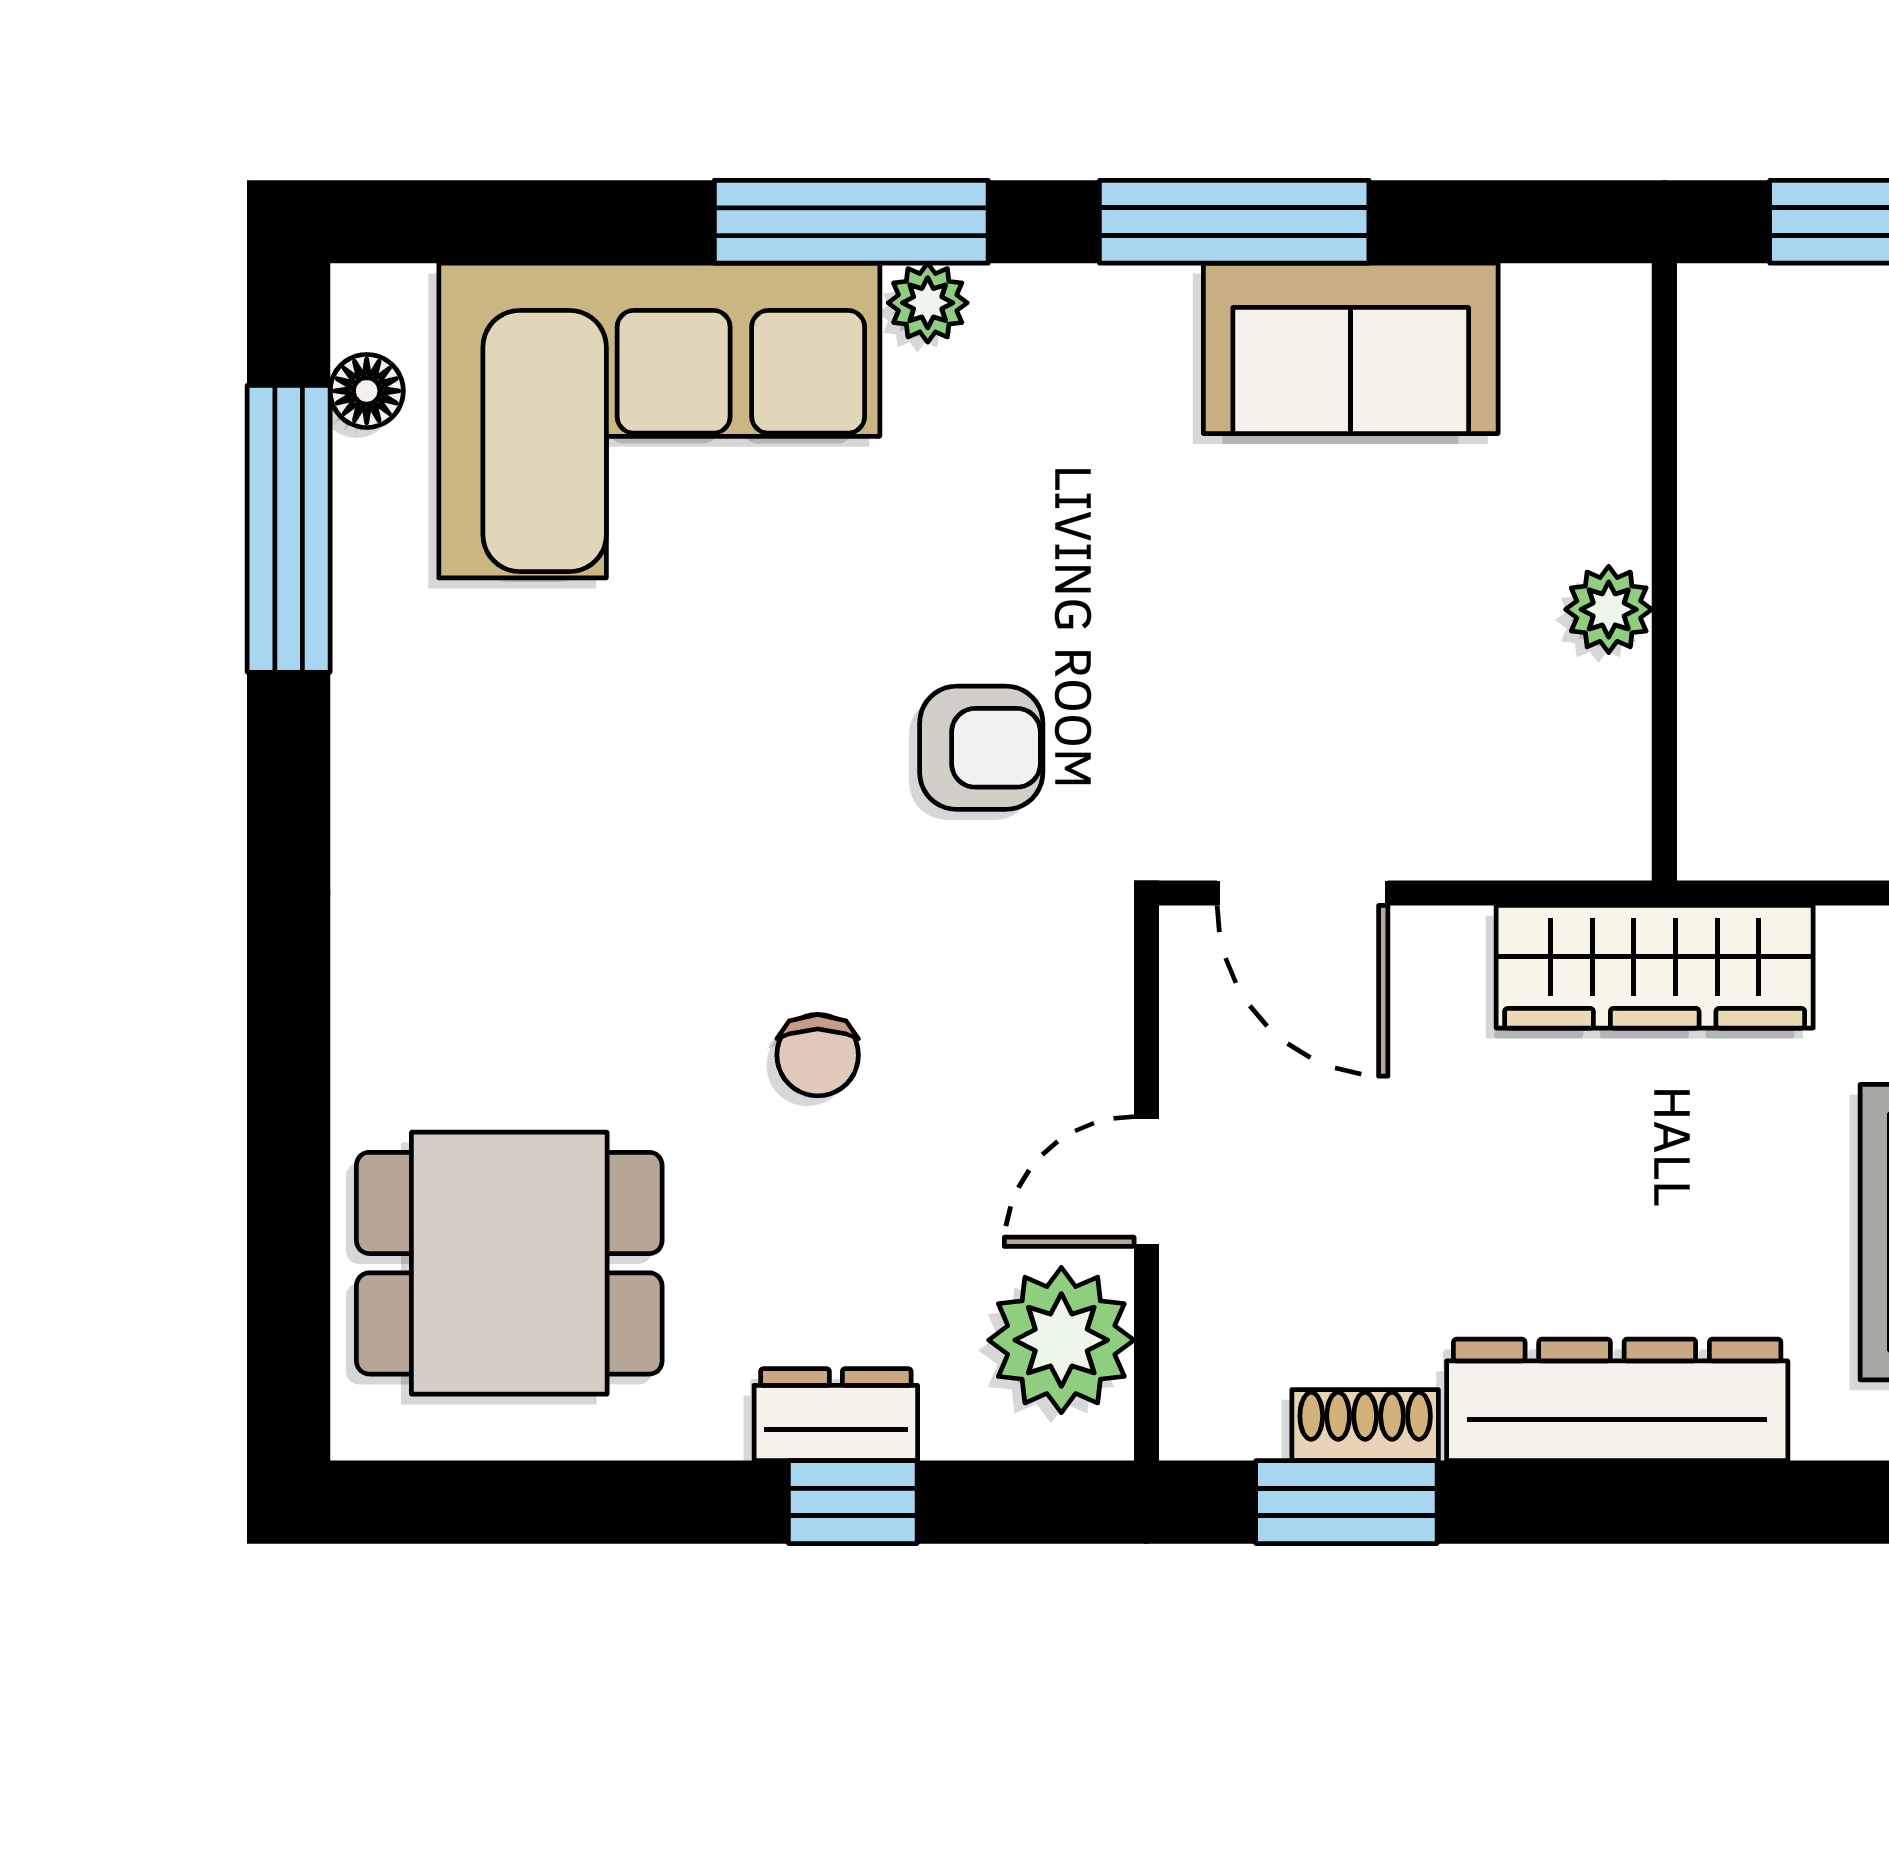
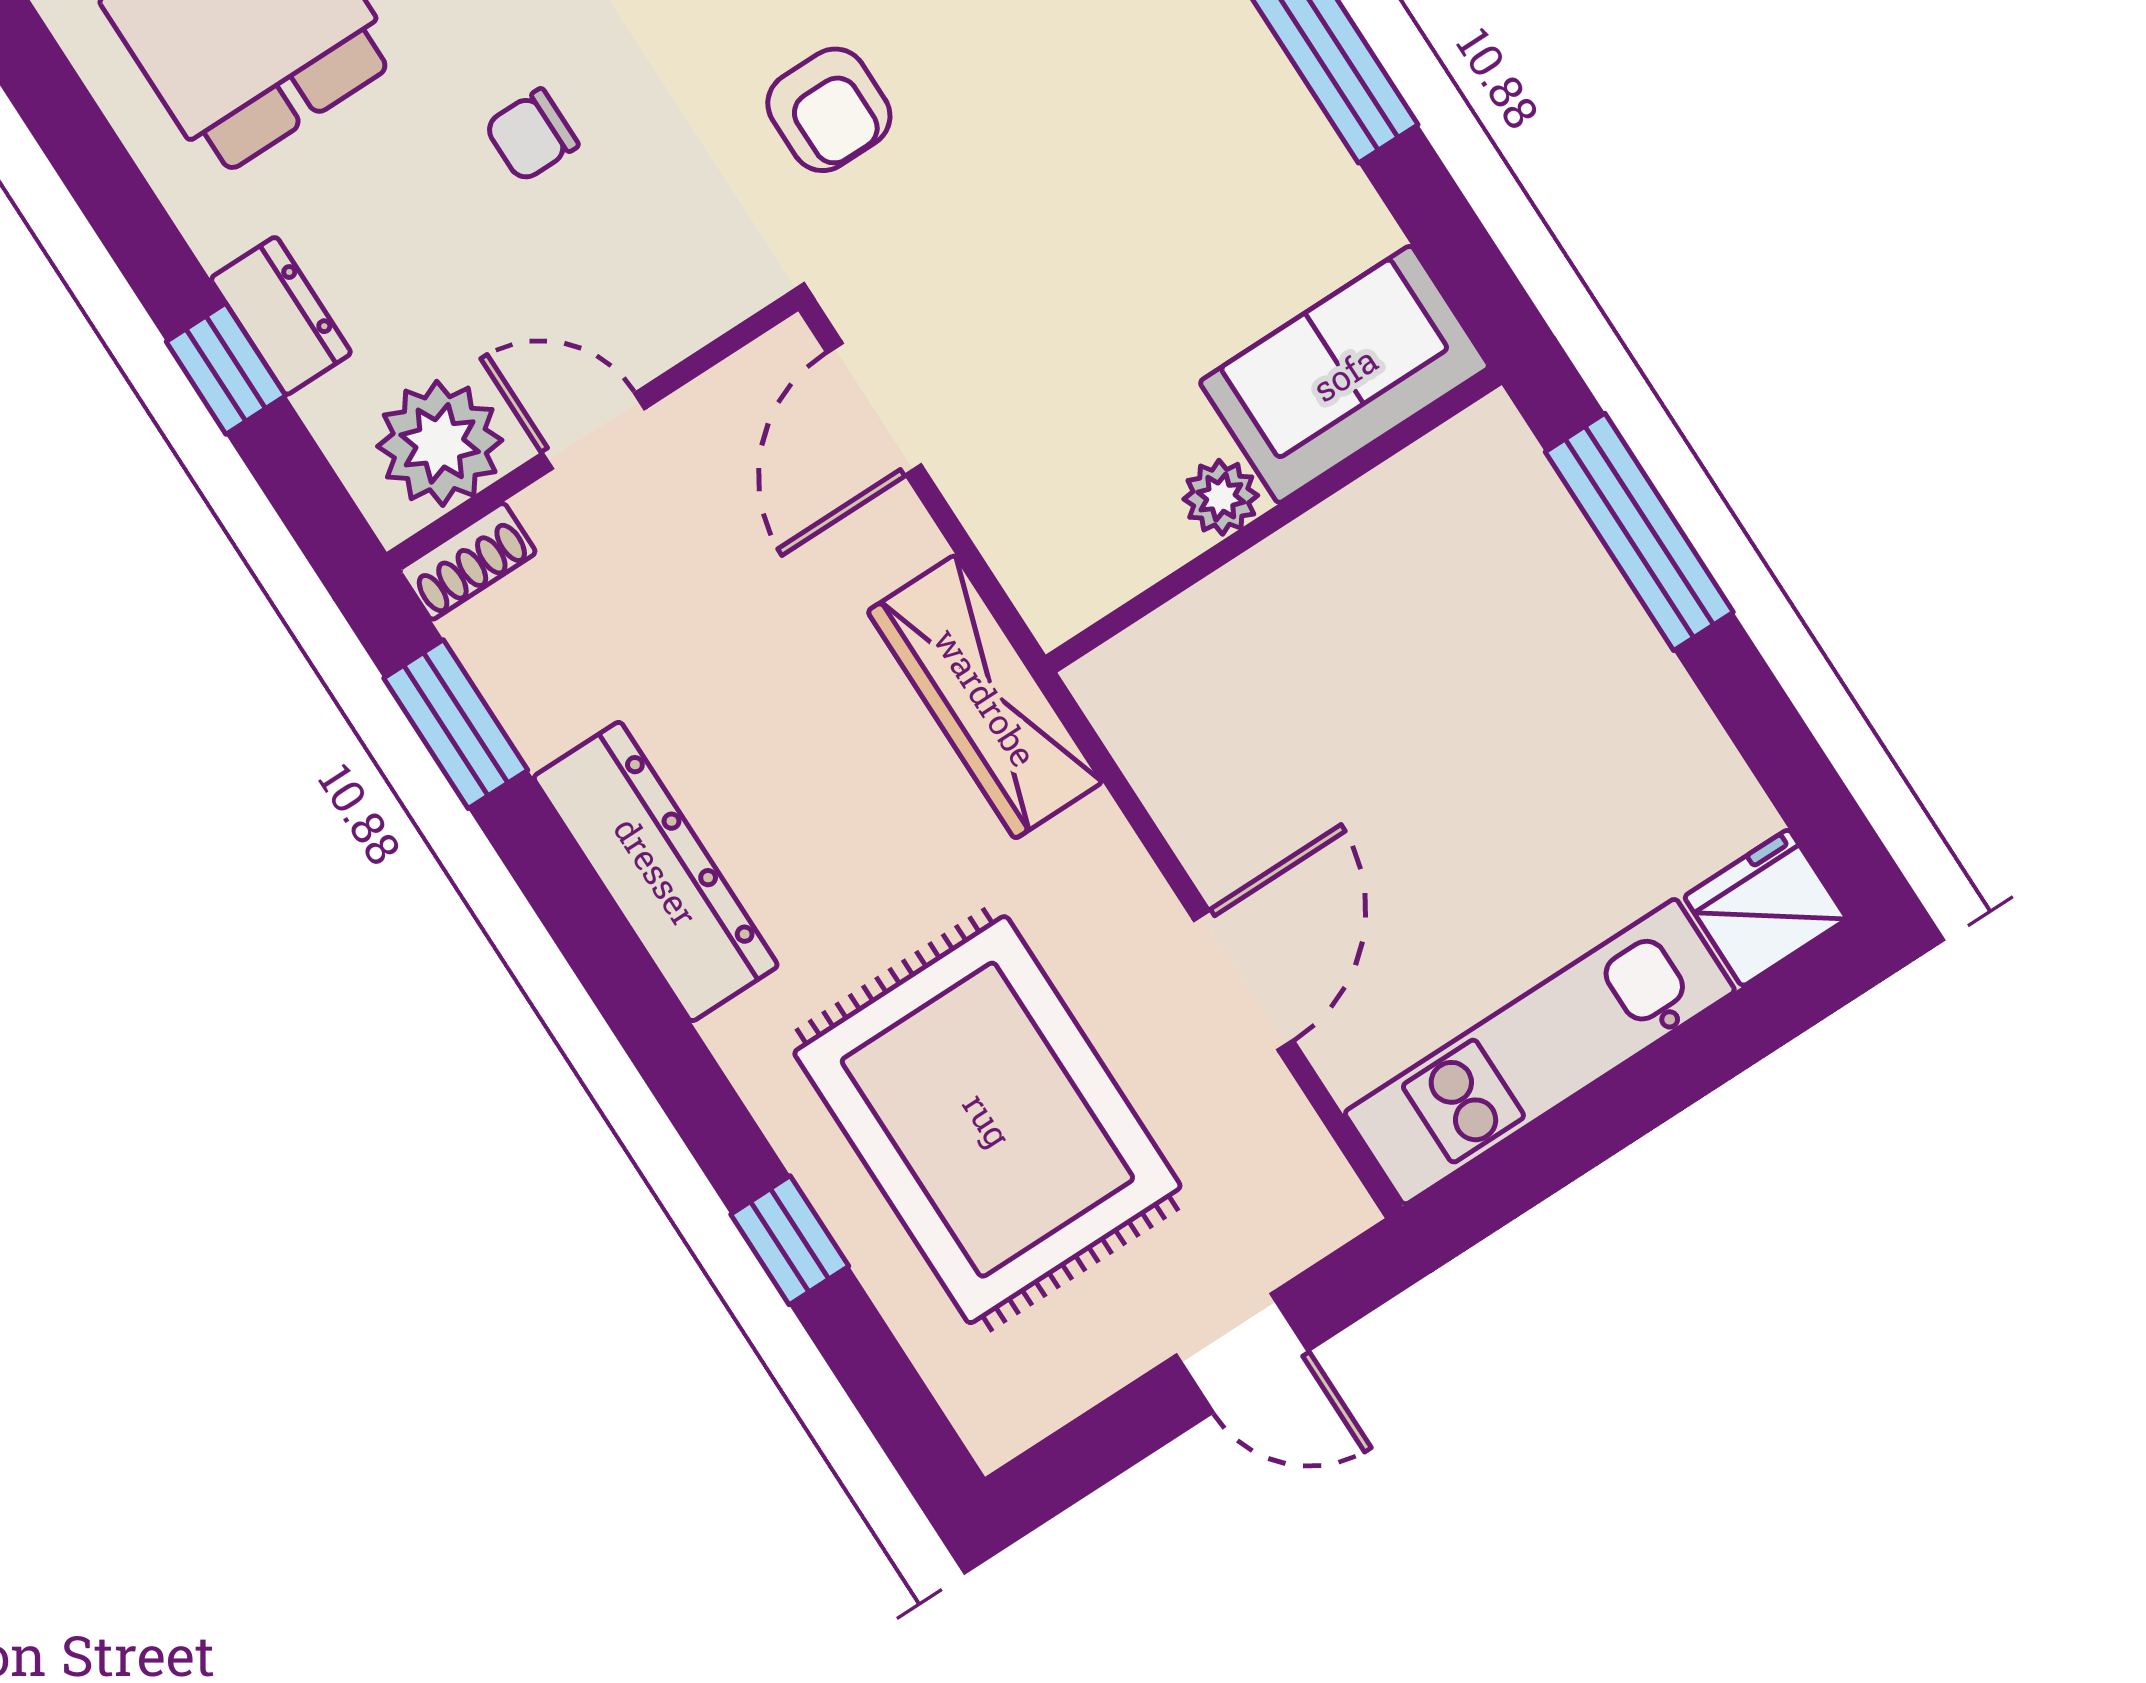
sofa: (1351, 348) -> (1345, 374), moved, turned 90
shoe rack: (1365, 1425) -> (468, 561), moved, turned 90

